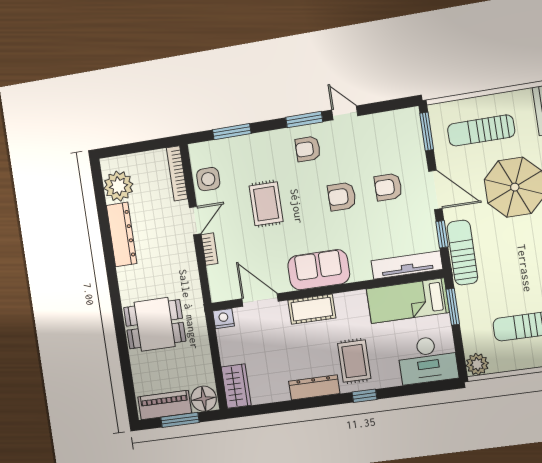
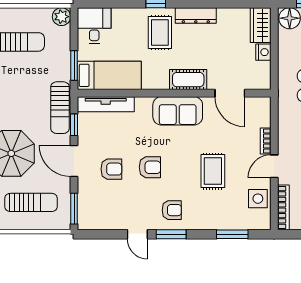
nightstand: (224, 319) -> (263, 52), moved, turned -90
desk: (428, 360) -> (94, 26), width x0.73

